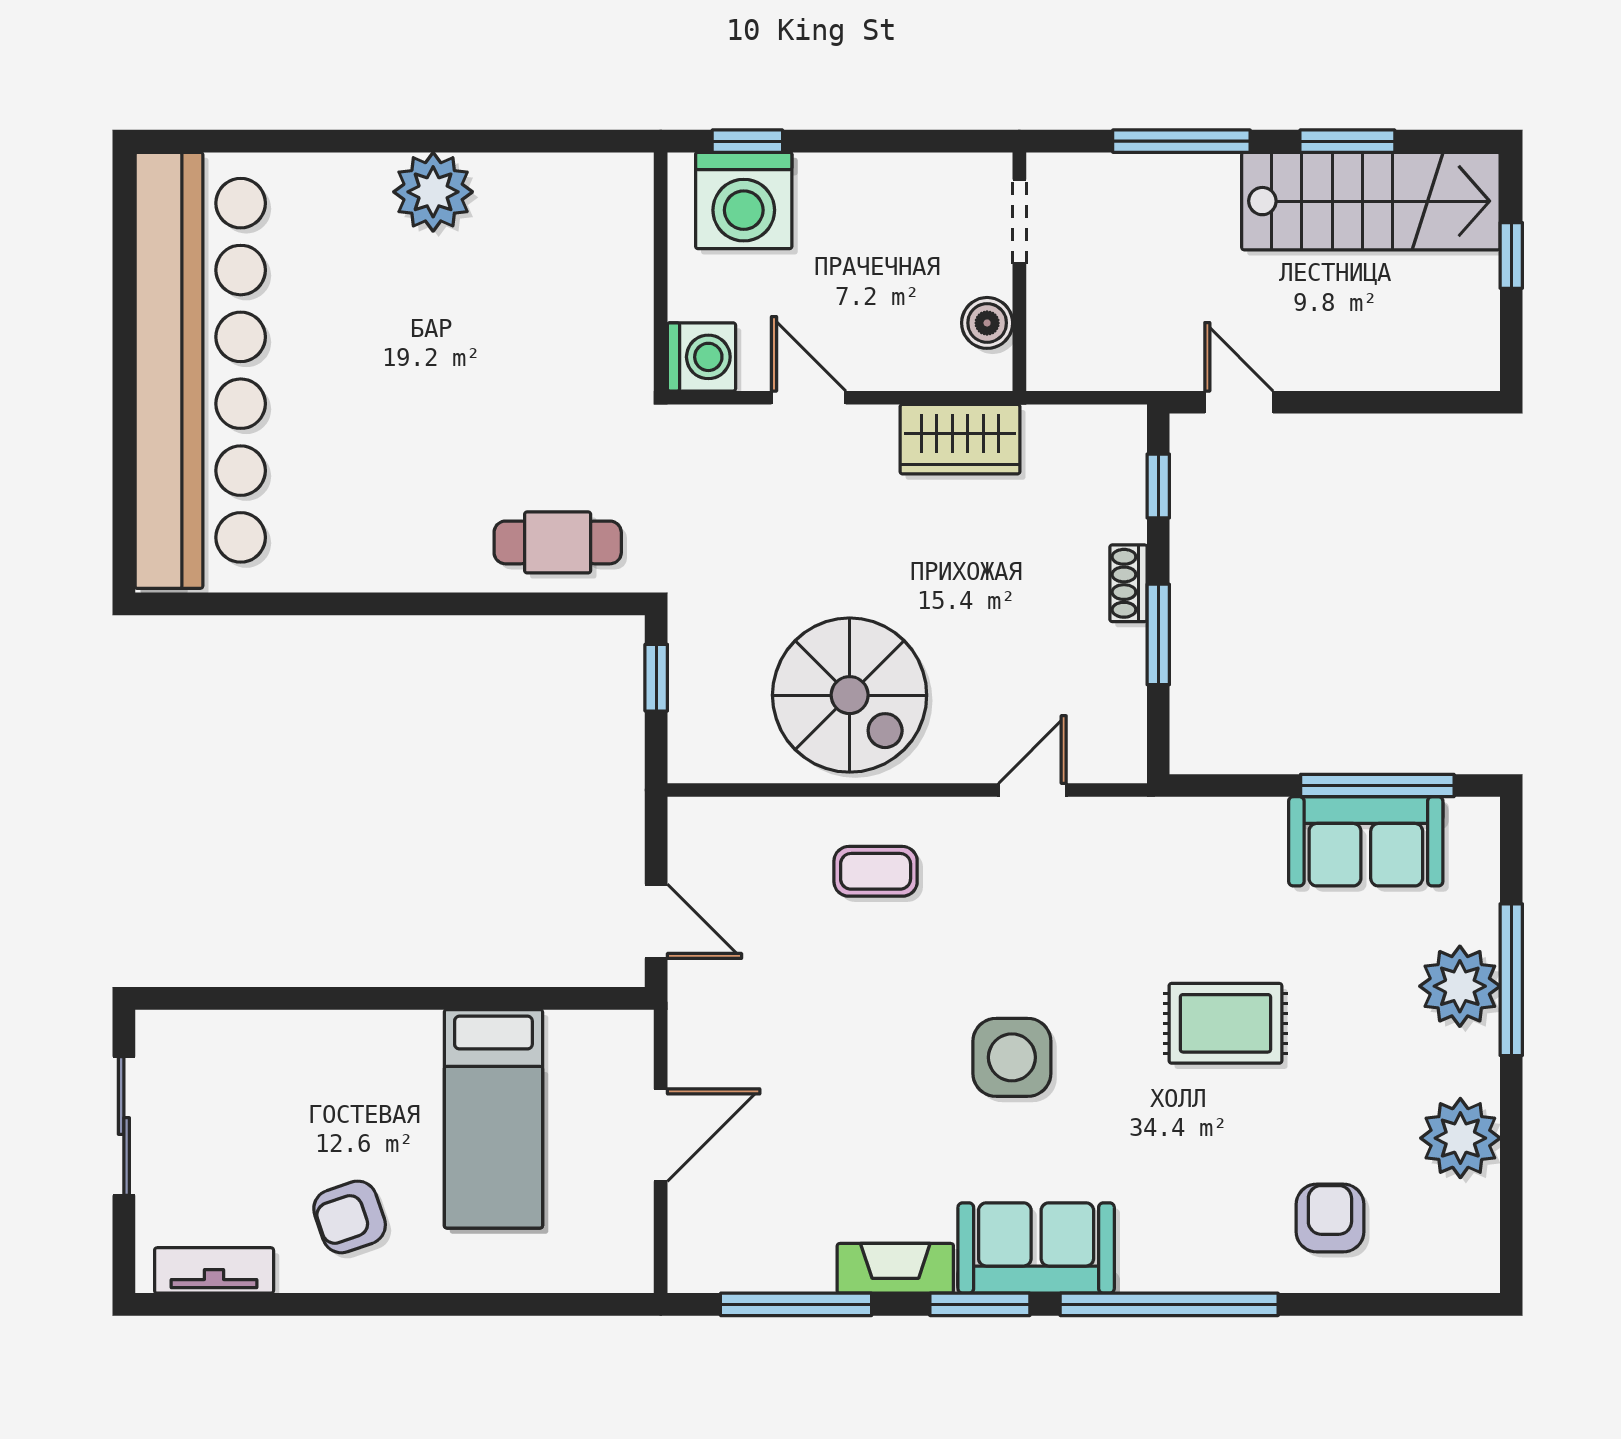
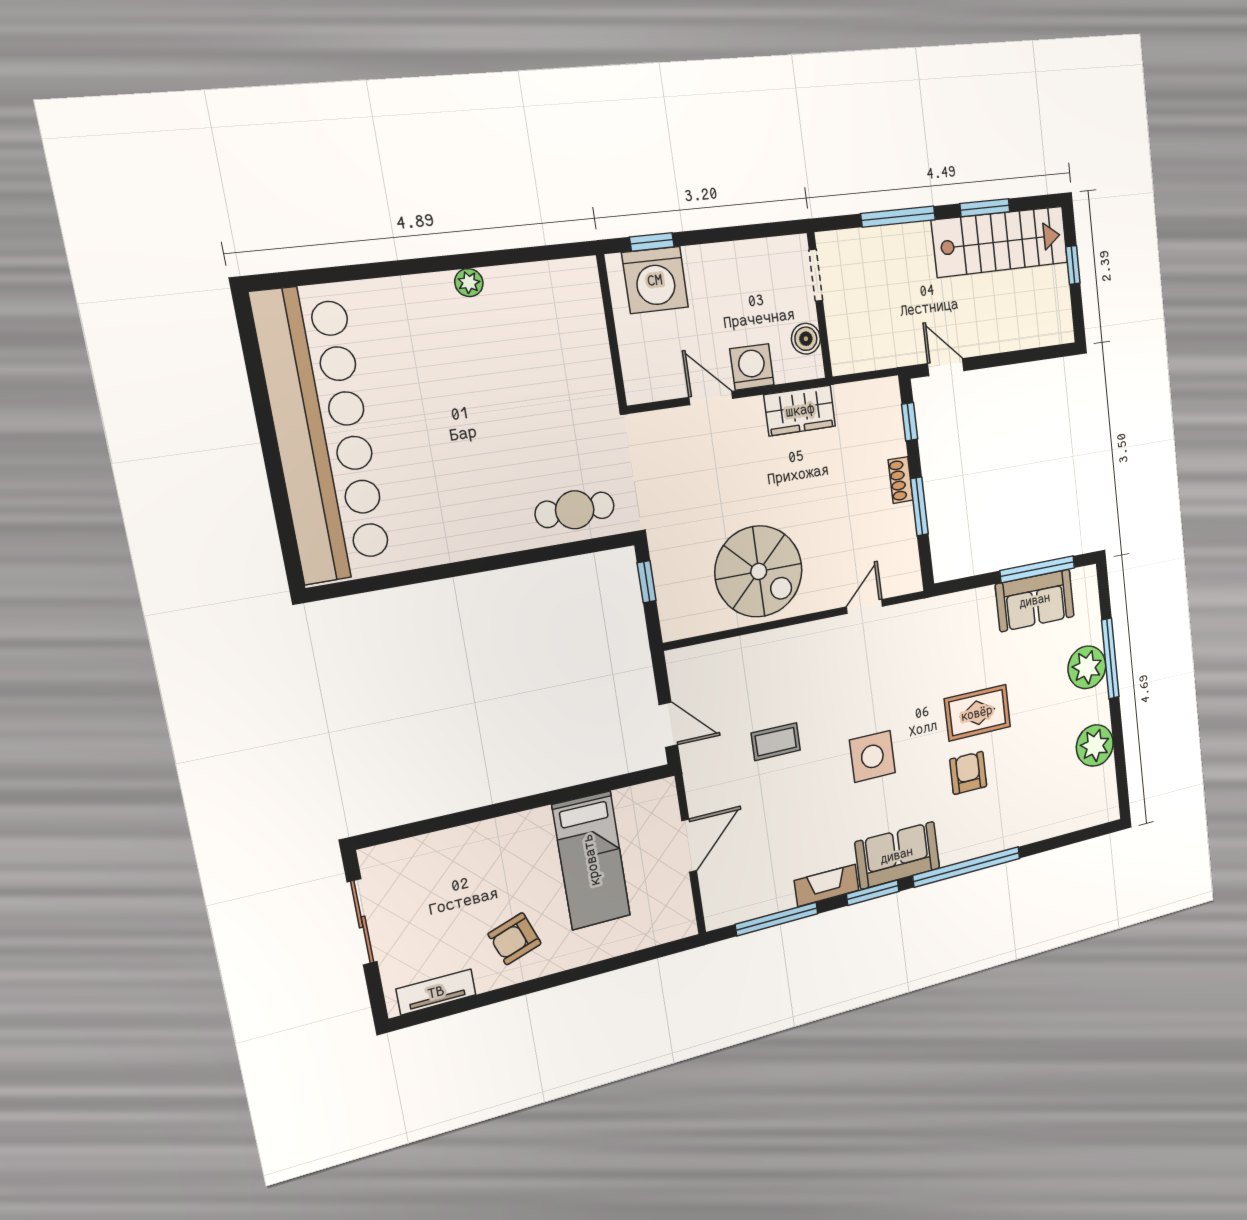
plant: (433, 192) -> (469, 283), width x0.53, depth x0.53
washing machine: (701, 357) -> (752, 367), moved, turned -90
coffee table: (876, 871) -> (776, 742), moved
armchair: (1330, 1218) -> (968, 773), moved

